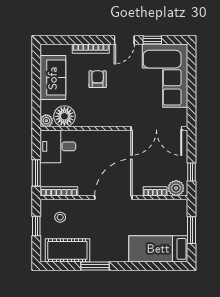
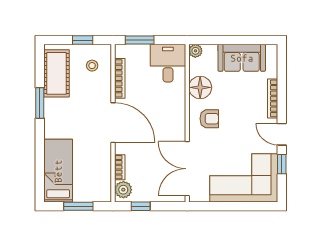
armchair: (98, 79) -> (209, 119), moved
floor lamp: (64, 116) -> (200, 87), moved
bookcase: (59, 191) -> (120, 78), moved

